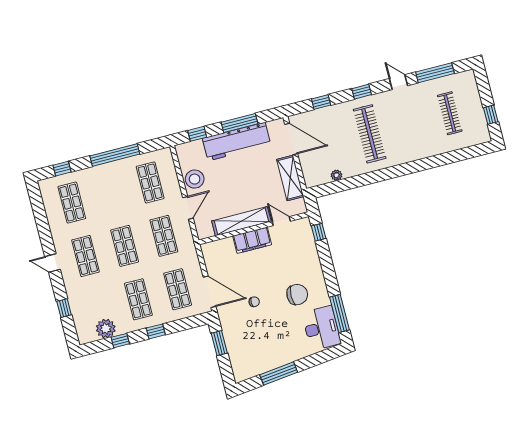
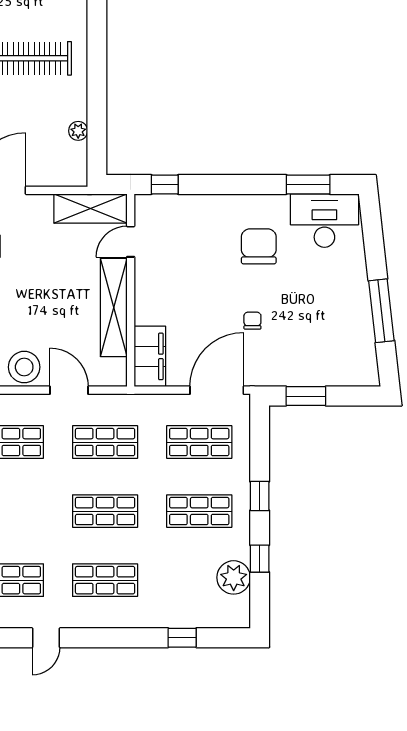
shelving: (290, 178) -> (90, 208), moved
filing cabinet: (252, 240) -> (150, 356), moved
door: (52, 263) -> (46, 638), moved
window: (339, 314) -> (308, 185), width x0.69

